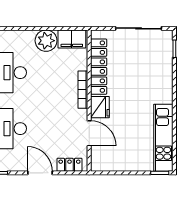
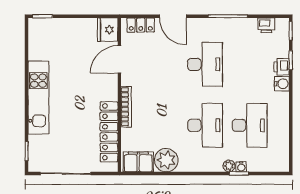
fridge: (100, 107) -> (108, 30), moved
door: (89, 133) -> (119, 59), hinge flipped
kitchen unit: (163, 138) -> (38, 97), moved

